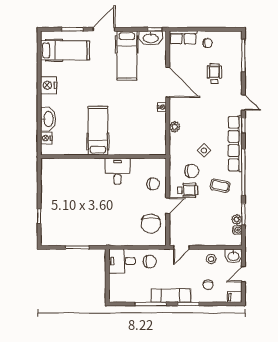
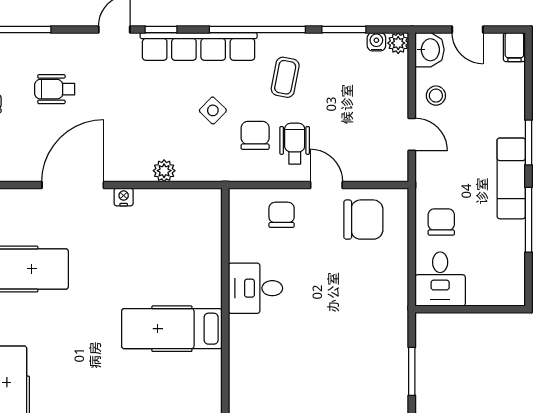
plant: (237, 219) -> (398, 43), moved
door: (181, 247) -> (412, 134), moved
chair: (208, 285) -> (489, 102), removed

